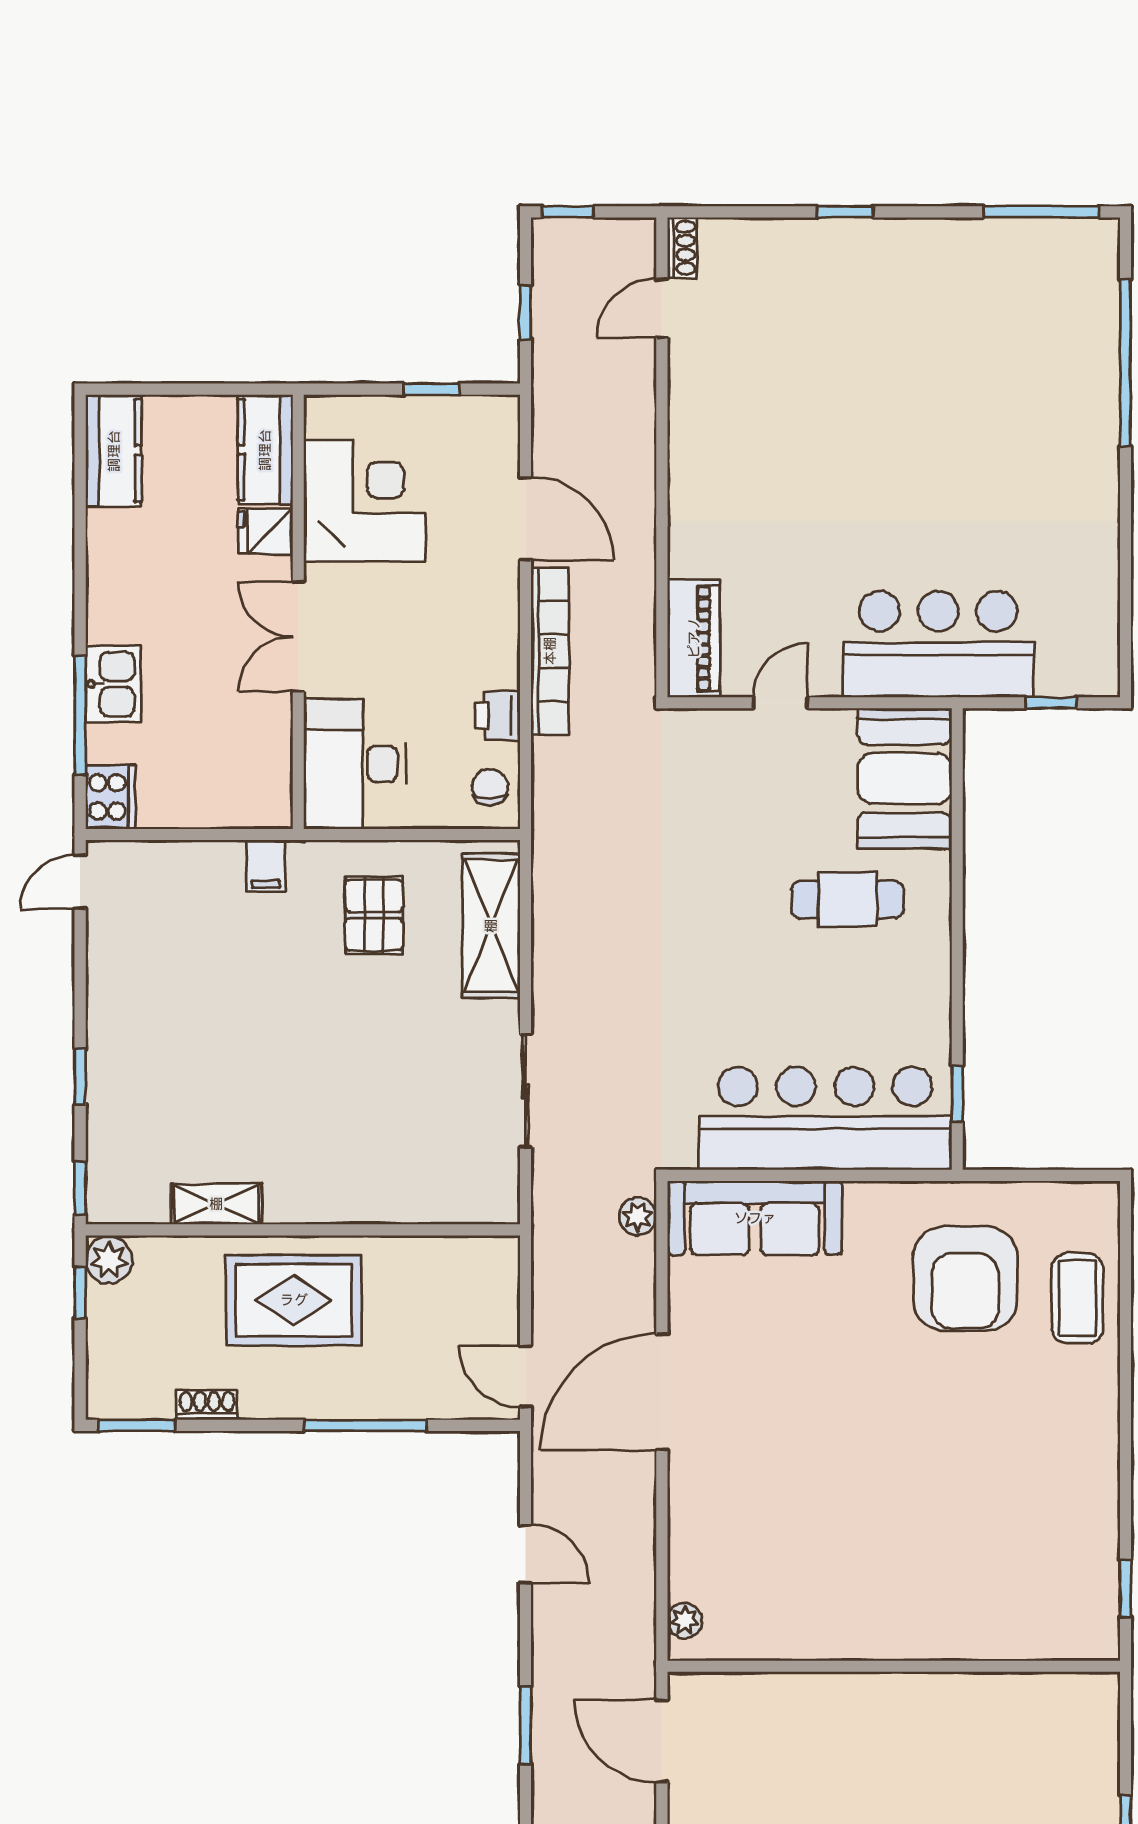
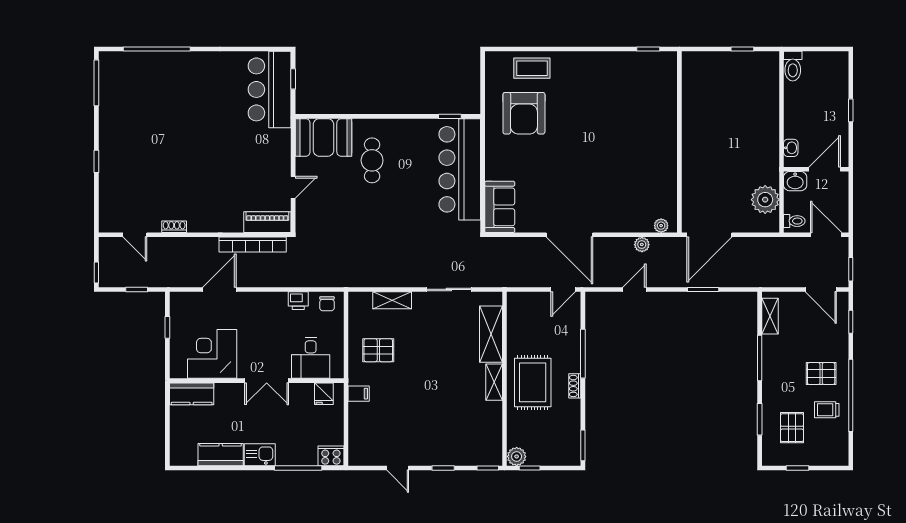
shoe rack: (682, 248) -> (174, 227), moved
kitchen counter: (114, 451) -> (221, 455), moved
fridge: (265, 531) -> (324, 394), moved
bar counter: (938, 644) -> (270, 89), moved
bookcase: (550, 651) -> (253, 245), moved, turned 180
kitchen sink: (113, 684) -> (260, 455), moved
door: (780, 703) -> (293, 187), swing flipped
desk: (355, 764) -> (311, 358), width x0.73
chair: (490, 787) -> (327, 304), turned -90
door: (80, 882) -> (398, 468), moved
shelving: (491, 926) -> (392, 300), width x0.67, depth x0.75
shelving: (414, 1196) -> (491, 334), added
shelving: (216, 1204) -> (494, 382), moved
plant: (638, 1216) -> (642, 245), moved
sofa: (755, 1218) -> (500, 207), width x0.73
armchair: (965, 1278) -> (524, 113), turned 90
shoe rack: (207, 1405) -> (575, 386), moved
door: (662, 1741) -> (709, 235), width x1.36

